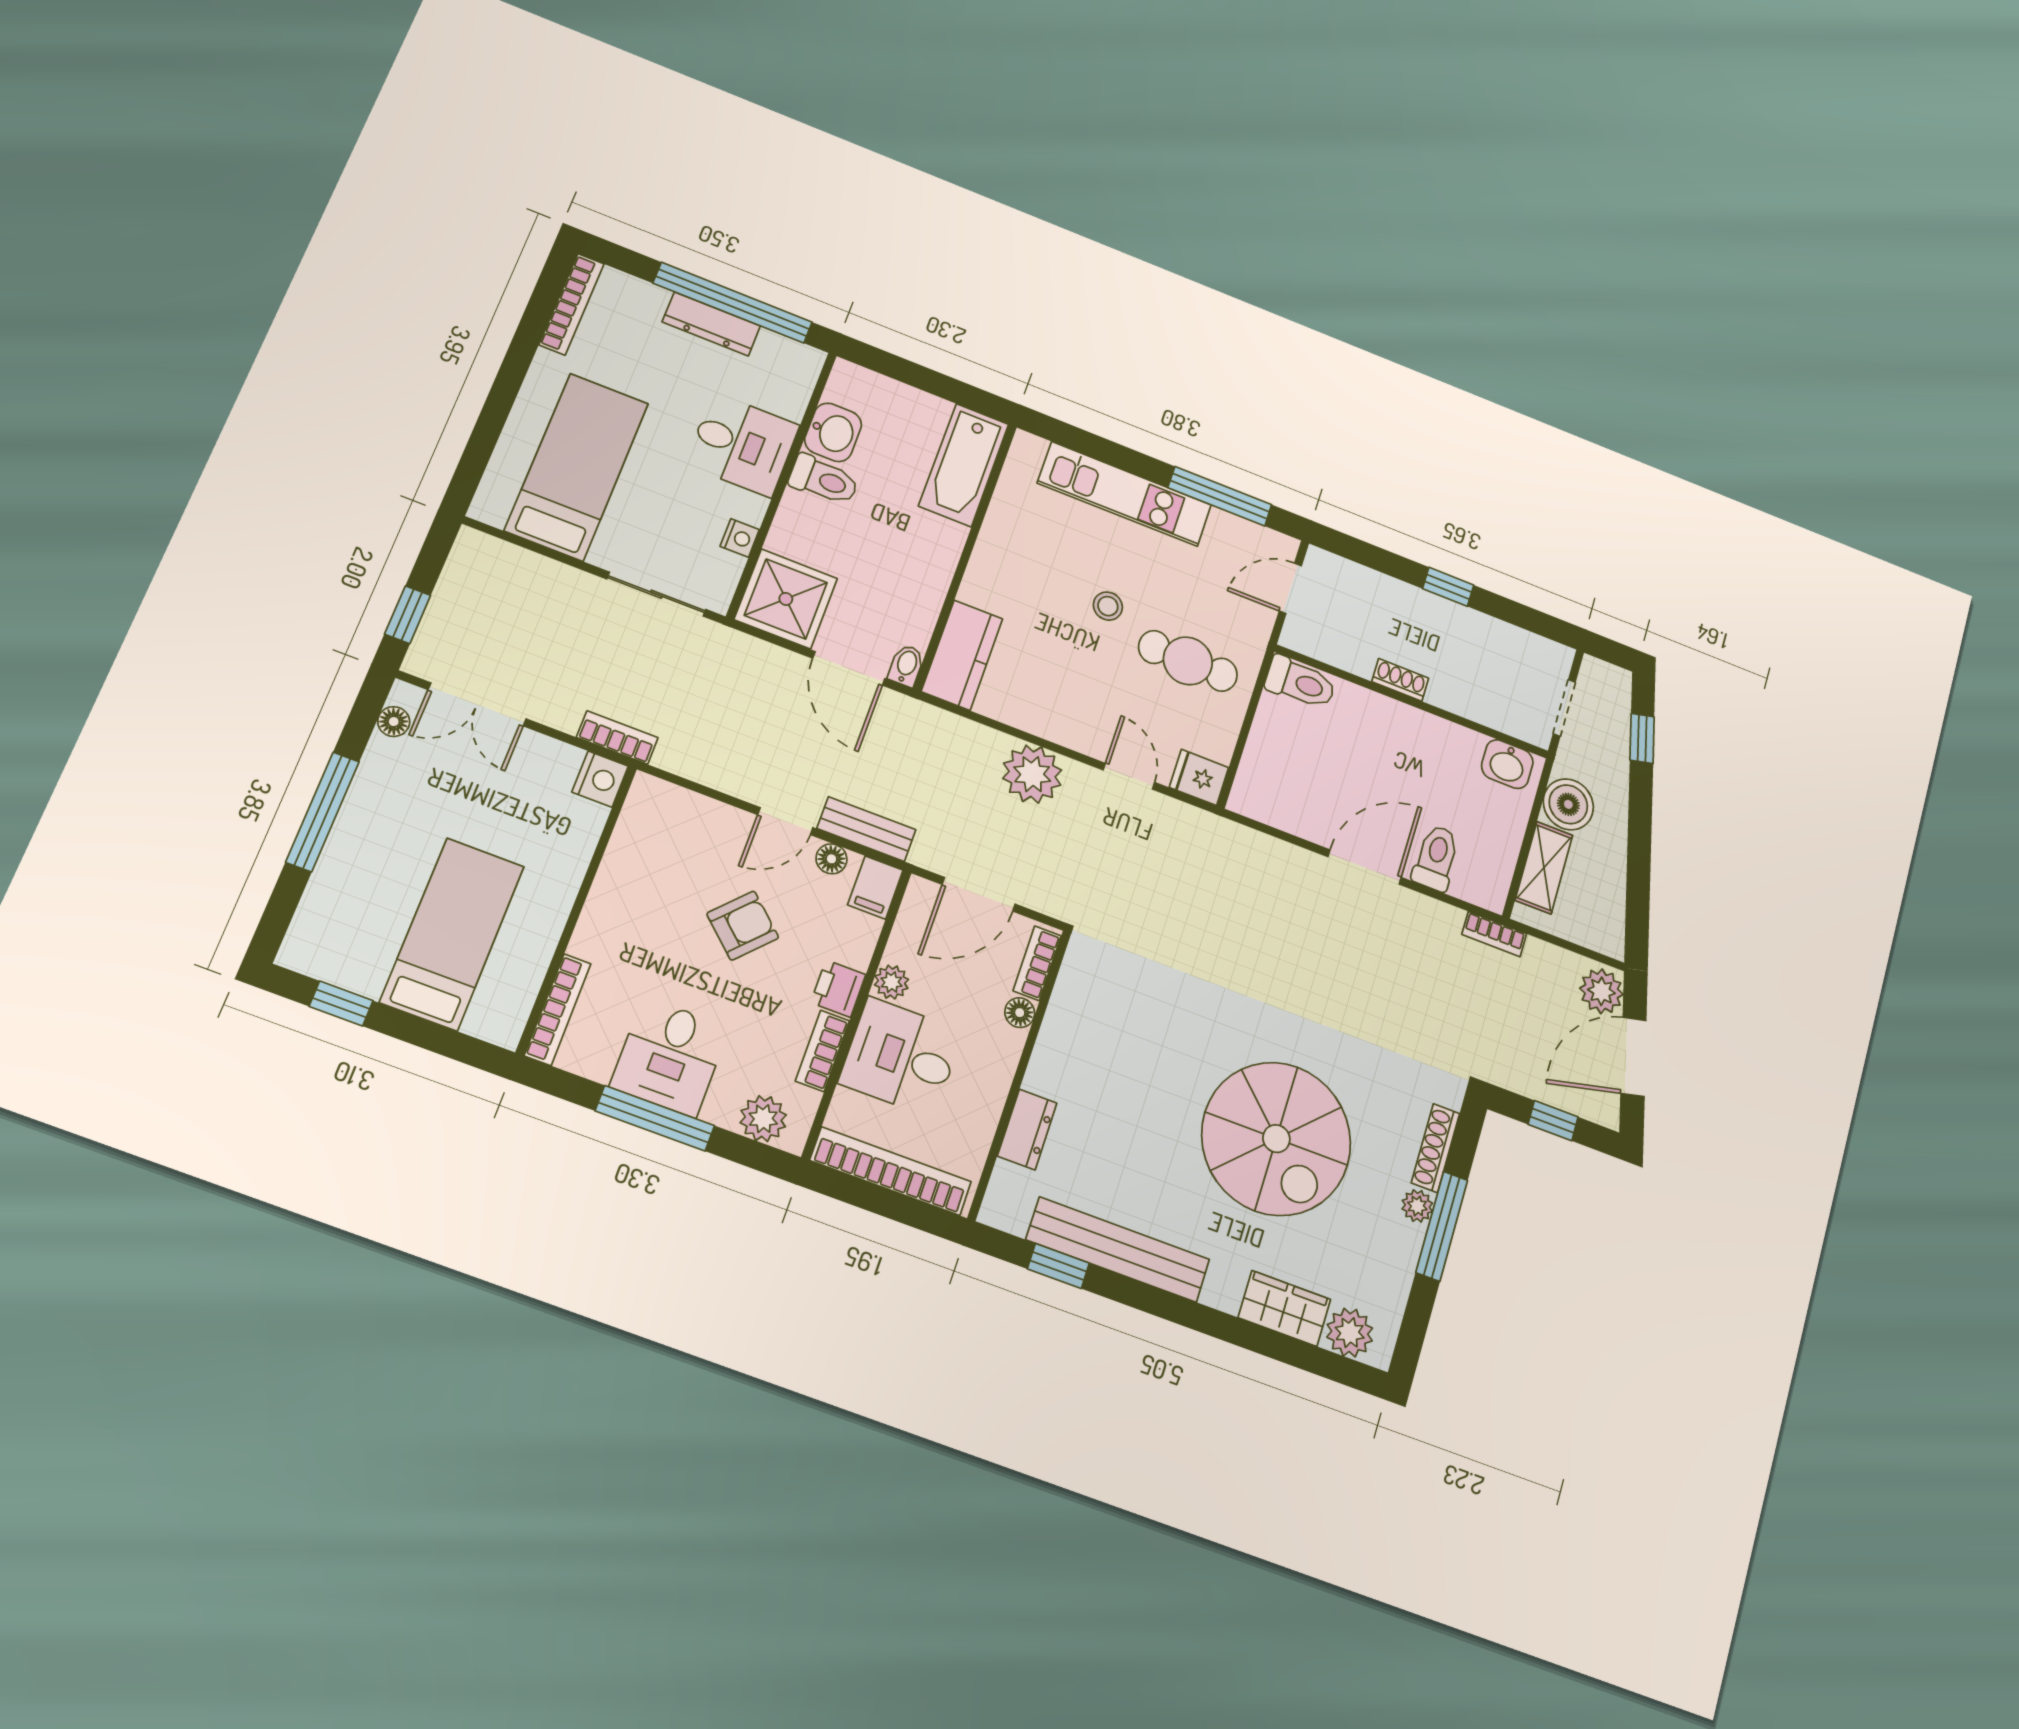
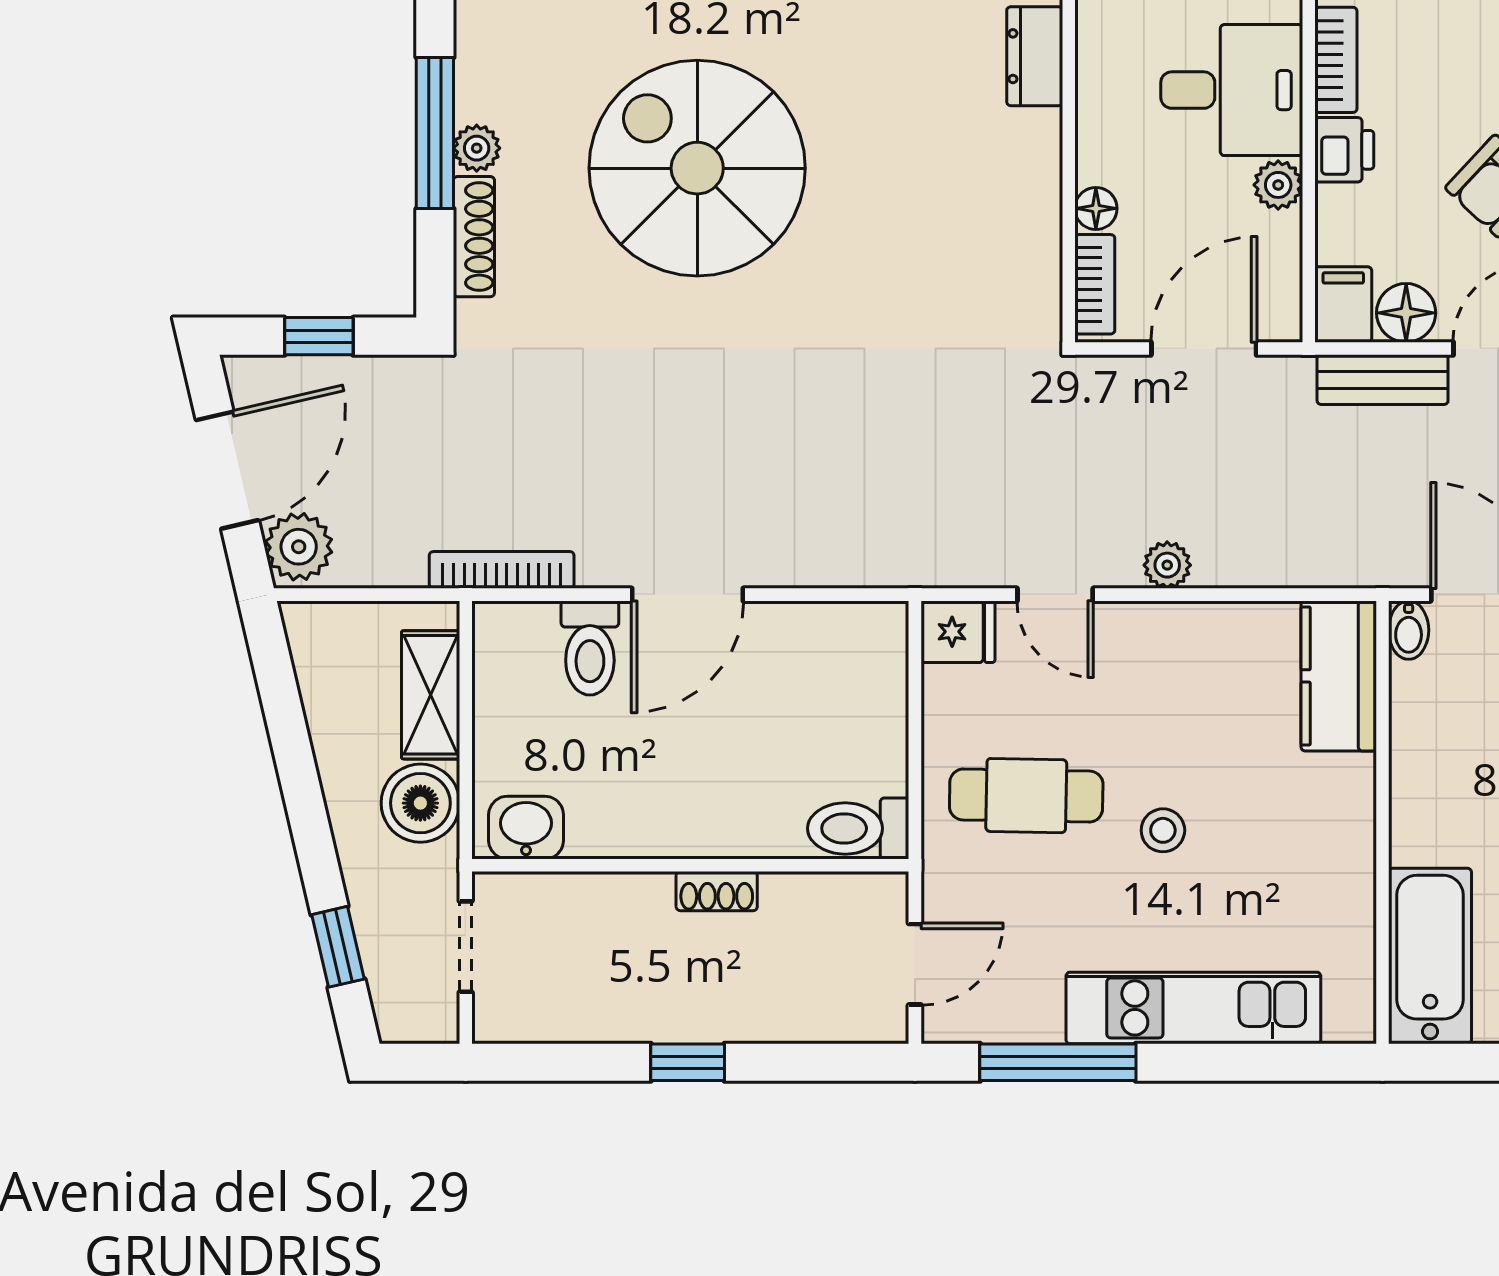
plant: (1032, 774) -> (1167, 565), width x0.53, depth x0.53
floor lamp: (831, 859) -> (1406, 313), width x1.37, depth x1.37
bookcase: (1494, 934) -> (502, 570), width x1.56

